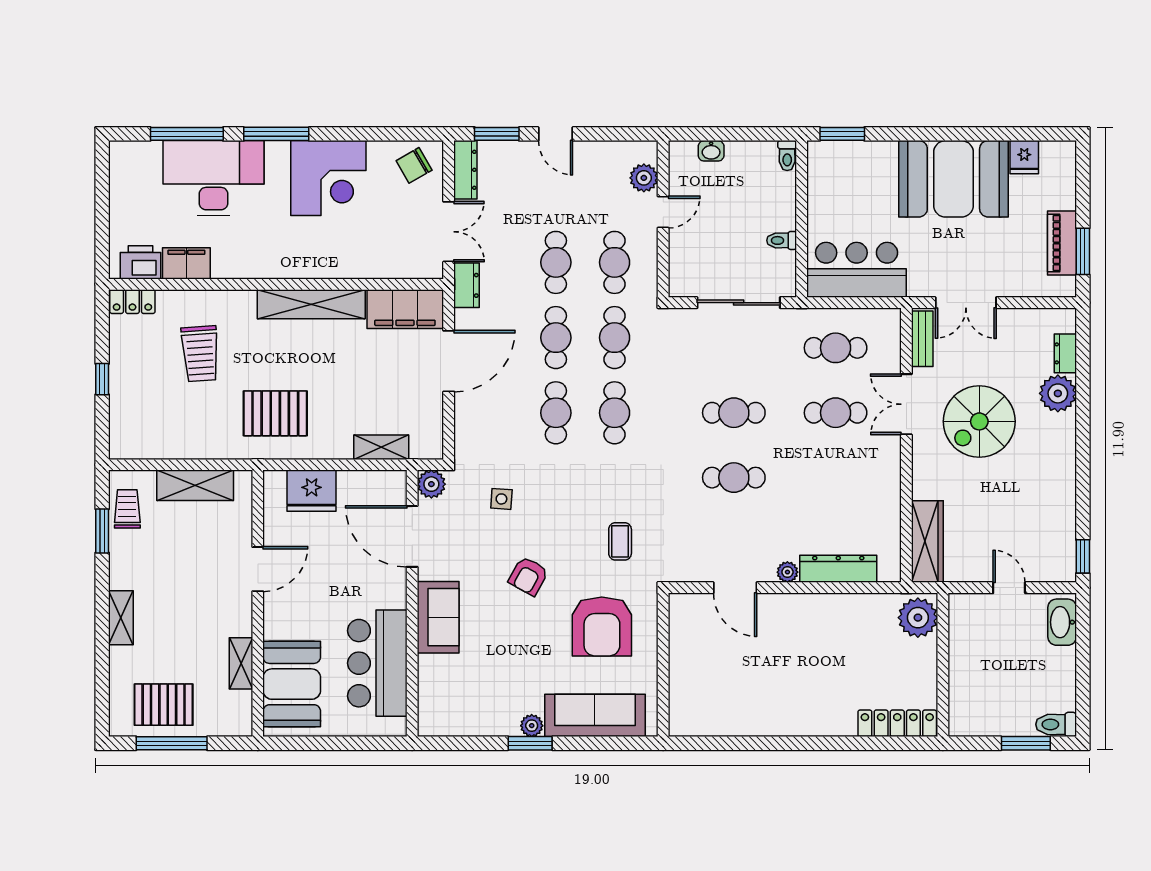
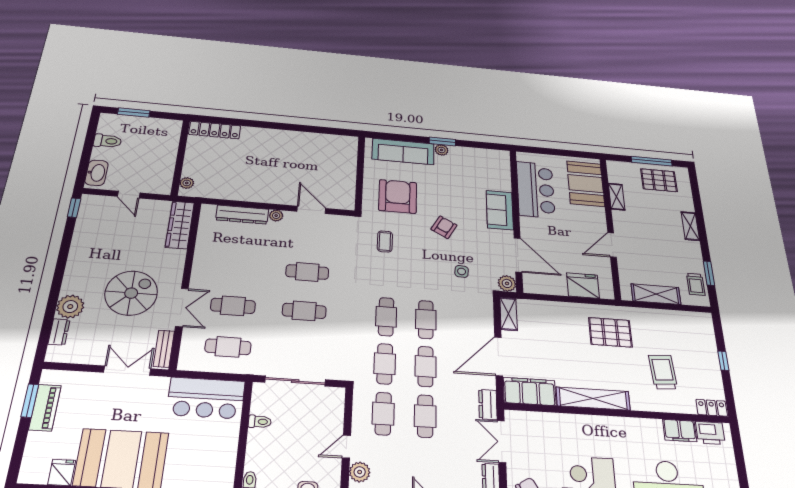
shelving: (381, 447) -> (508, 314), moved, turned 90
plant: (918, 618) -> (187, 183), width x0.53, depth x0.53
toilet: (1056, 724) -> (108, 141), moved

